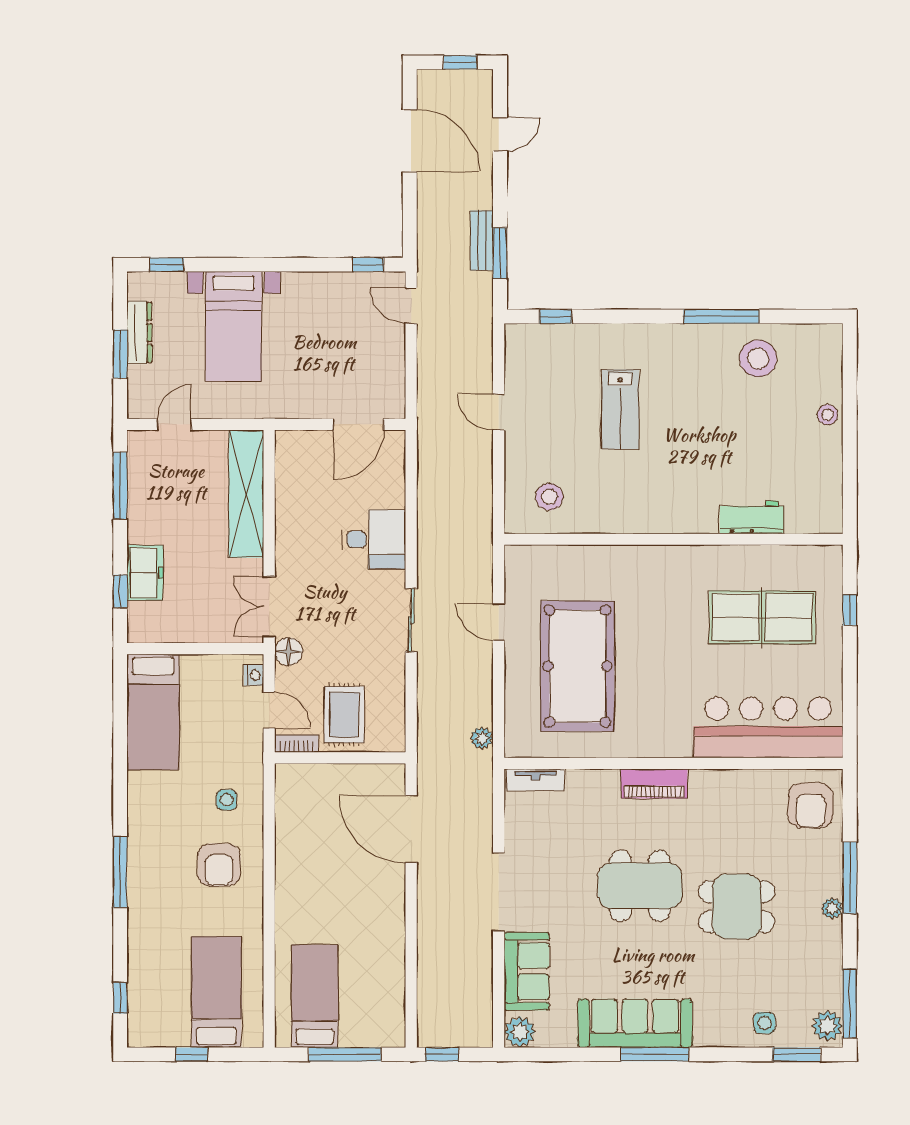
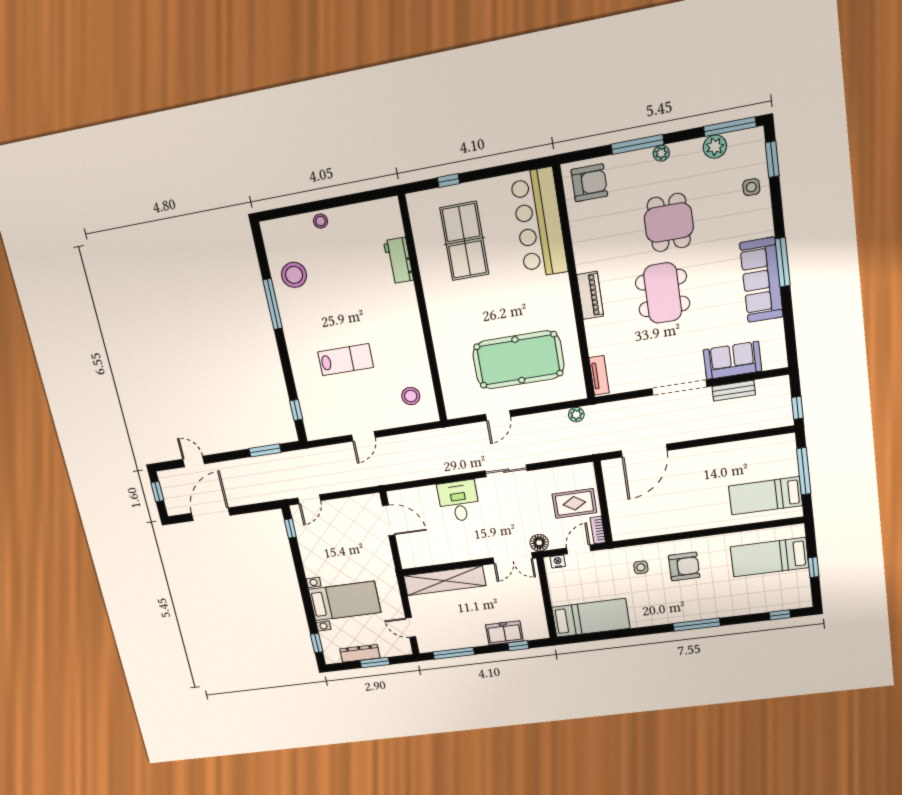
bench: (482, 240) -> (734, 391), moved
plant: (827, 1026) -> (715, 147), moved
plant: (520, 1032) -> (776, 358), removed

